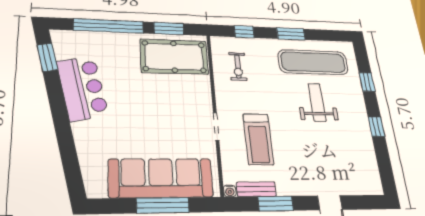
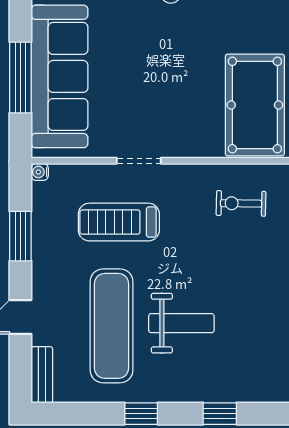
exercise mat: (313, 62) -> (112, 326), moved
bench: (256, 189) -> (42, 375), moved

